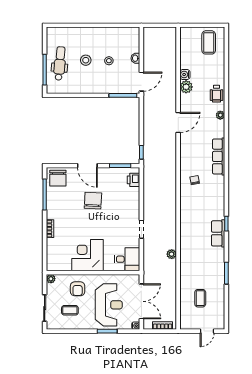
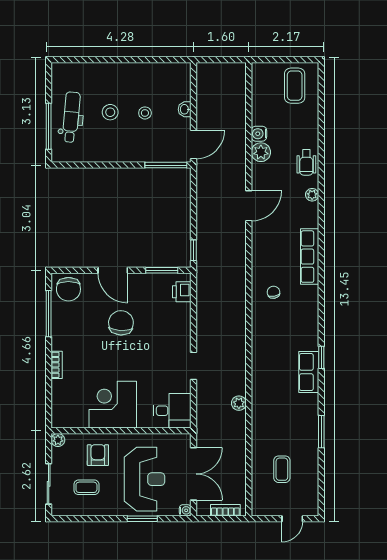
armchair: (78, 289) -> (98, 455), turned 180

